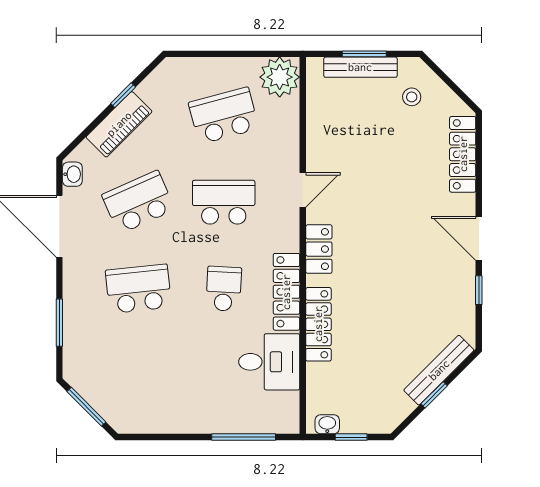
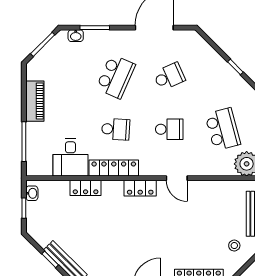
piano: (119, 124) -> (35, 101), moved, turned -135
washbasin: (72, 174) -> (76, 36), moved
school desk: (138, 202) -> (169, 77), width x0.54
school desk: (224, 202) -> (169, 129), width x0.54
school desk: (138, 289) -> (116, 77), turned 30
locker: (318, 324) -> (86, 188), width x0.66

